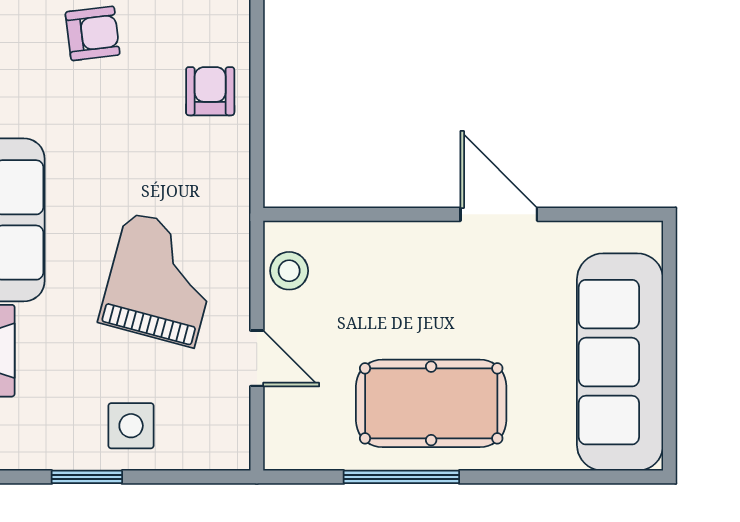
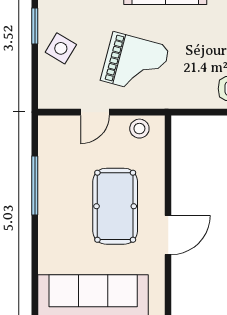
pool table: (431, 403) -> (115, 206), moved
side table: (131, 426) -> (61, 48), turned 31

